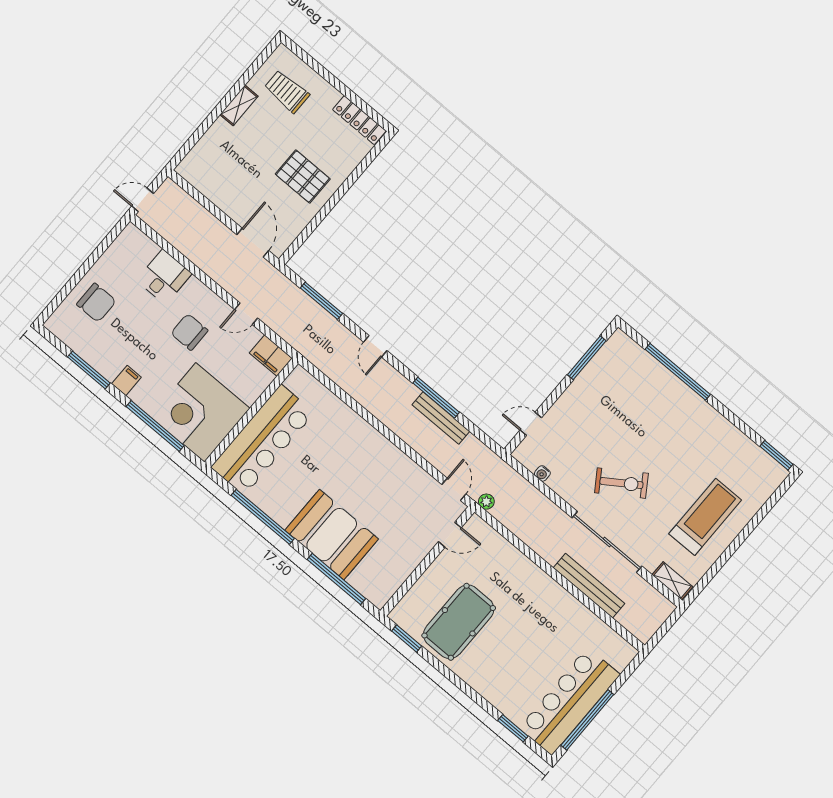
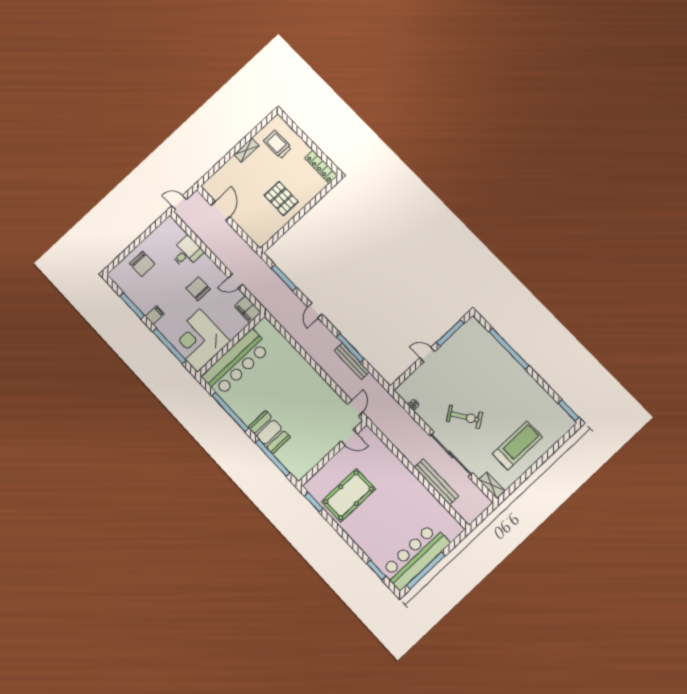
door: (253, 243) -> (221, 211), moved
door: (531, 424) -> (427, 355), moved
plant: (486, 502) -> (375, 419), removed
booth: (332, 535) -> (269, 432), width x0.73, depth x0.70

